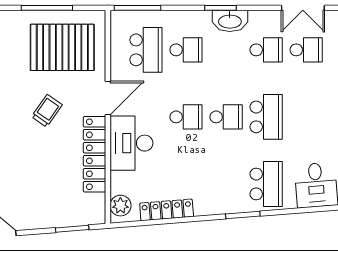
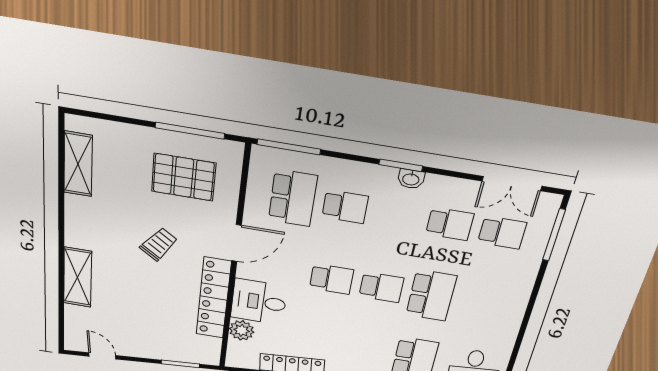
window: (47, 8) -> (190, 131), moved
washbasin: (230, 21) -> (411, 179), width x0.52, depth x0.69
pallet: (62, 47) -> (184, 177), width x0.73, depth x0.71
desk: (131, 143) -> (259, 302), width x0.73
plant: (120, 206) -> (242, 330), moved

